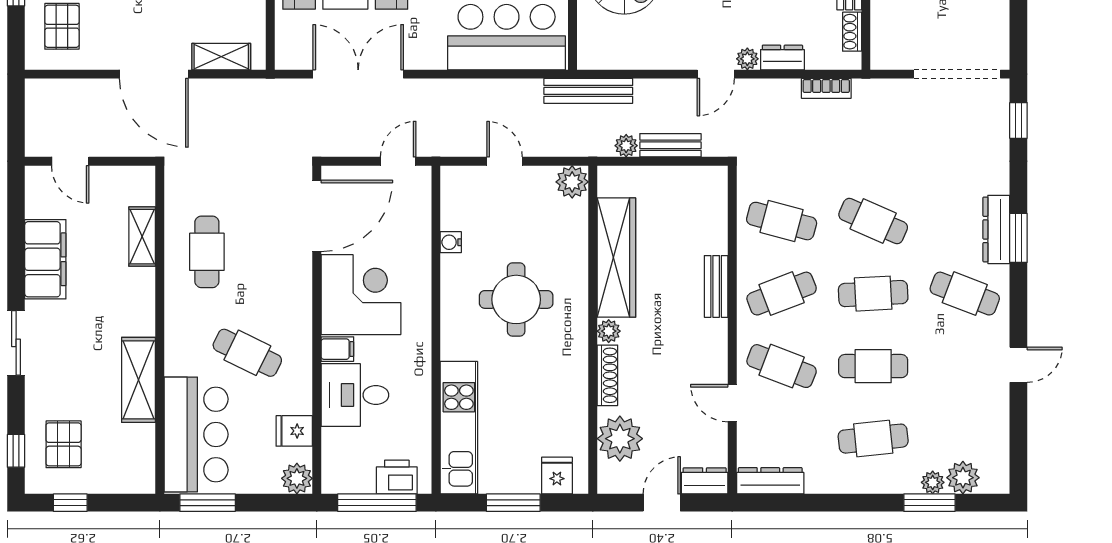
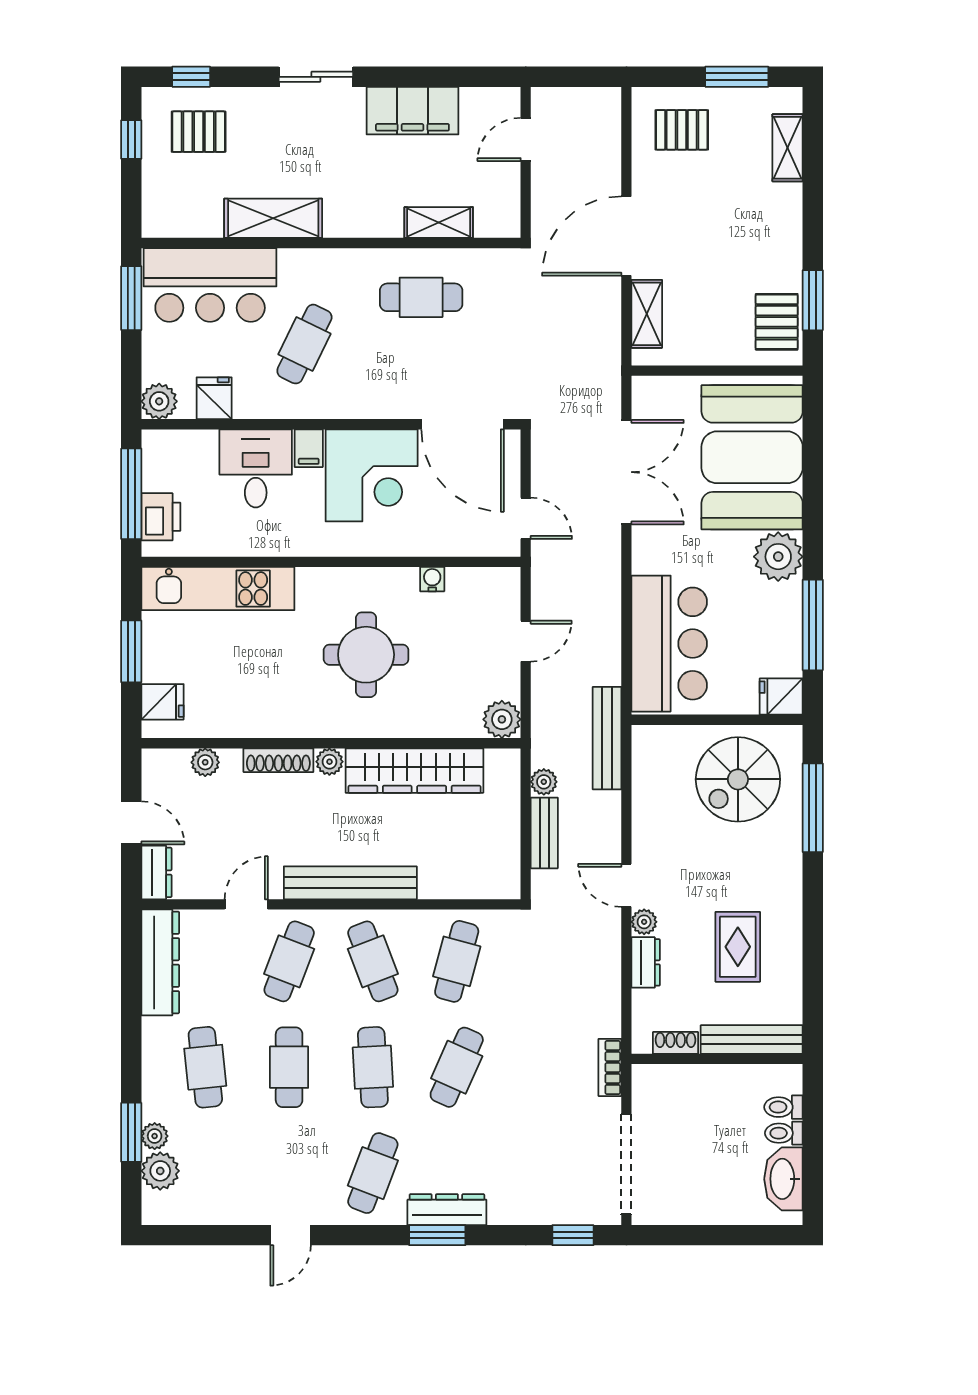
bookcase: (826, 88) -> (610, 1067), moved
bench: (716, 286) -> (350, 883), width x1.86, depth x1.21
door: (1018, 365) -> (291, 1235), hinge flipped
plant: (620, 439) -> (205, 762), width x0.53, depth x0.53
dresser: (770, 481) -> (160, 962), width x1.37, depth x1.24

